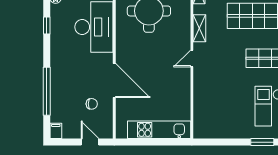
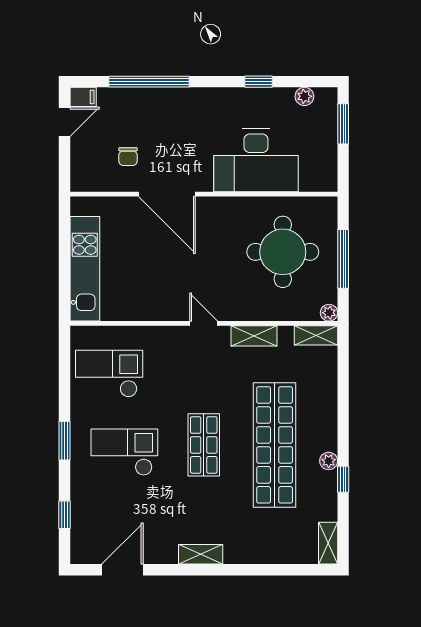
door: (114, 81) -> (167, 194), hinge flipped
checkout: (222, 115) -> (109, 374), added
door: (90, 142) -> (64, 122), moved

